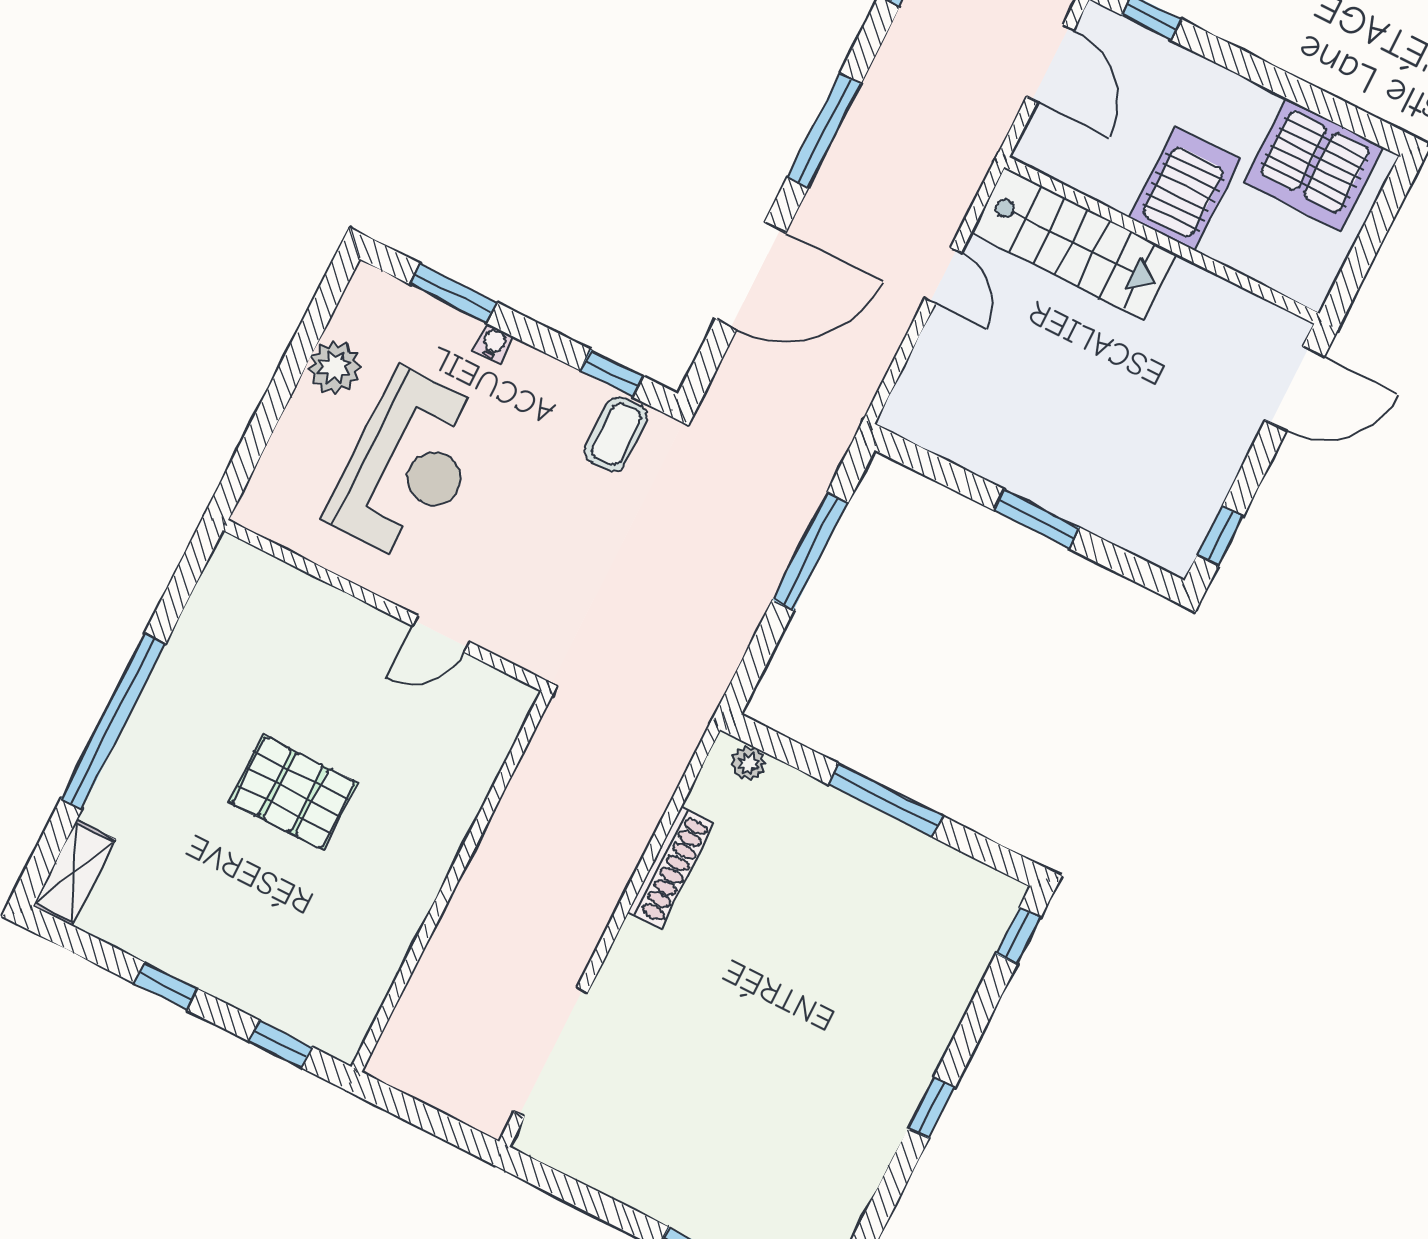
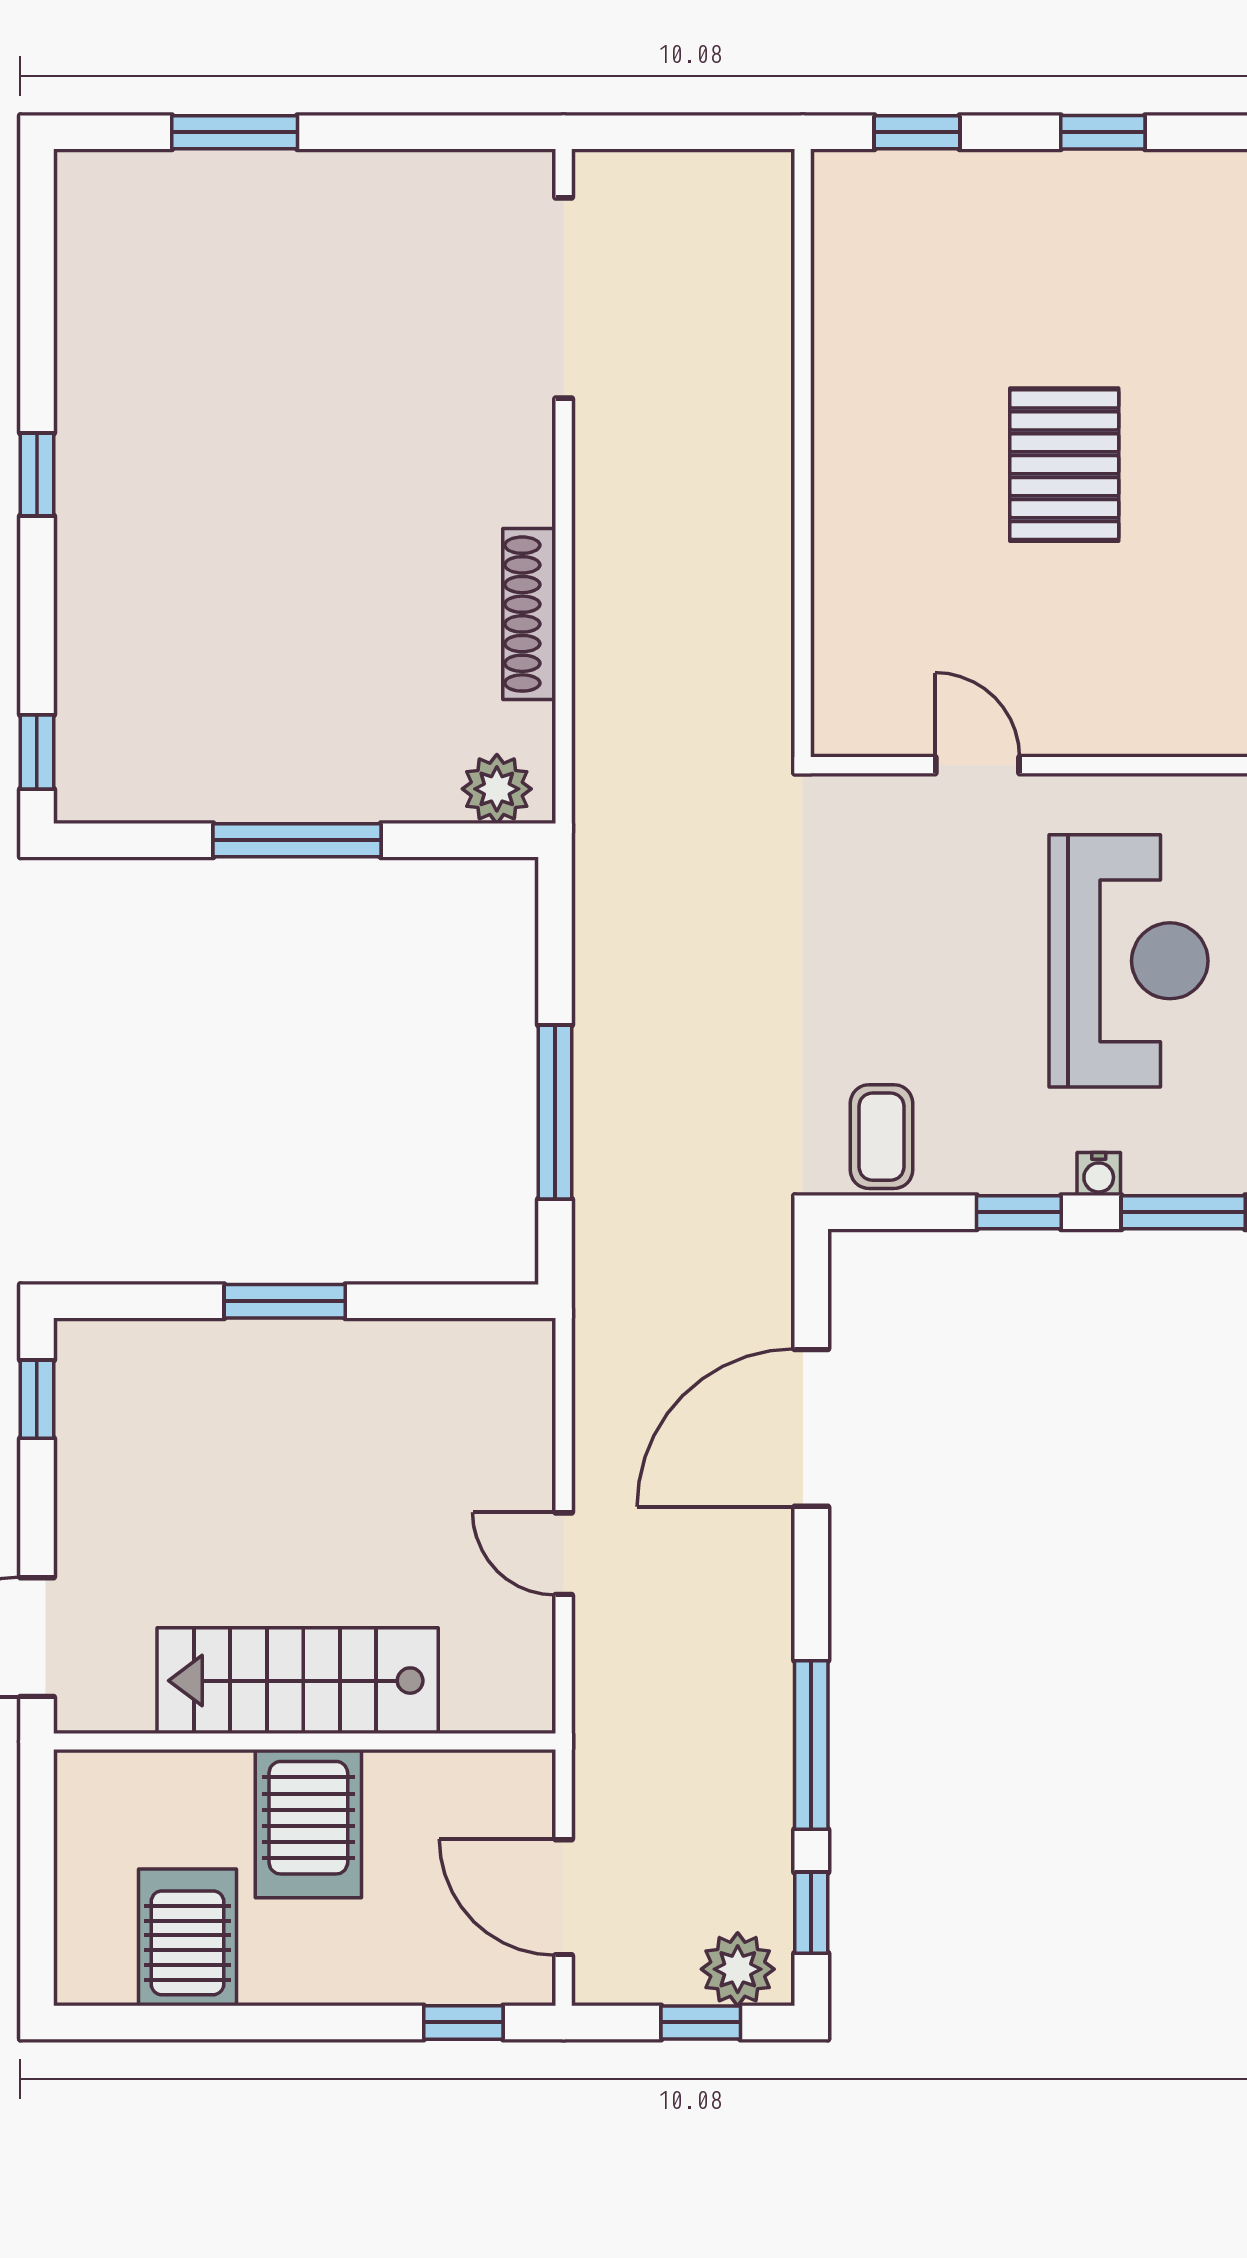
window: (824, 131) -> (811, 1745), moved
server rack: (1314, 165) -> (187, 1937), width x0.62
stairs: (1074, 244) -> (298, 1681), moved
window: (612, 373) -> (1019, 1212), moved
reception desk: (409, 466) -> (1129, 961), turned 180
door: (441, 634) -> (977, 765), hinge flipped
plant: (748, 763) -> (497, 789), width x1.38, depth x1.38
pallet: (293, 793) -> (1064, 465), turned 90

